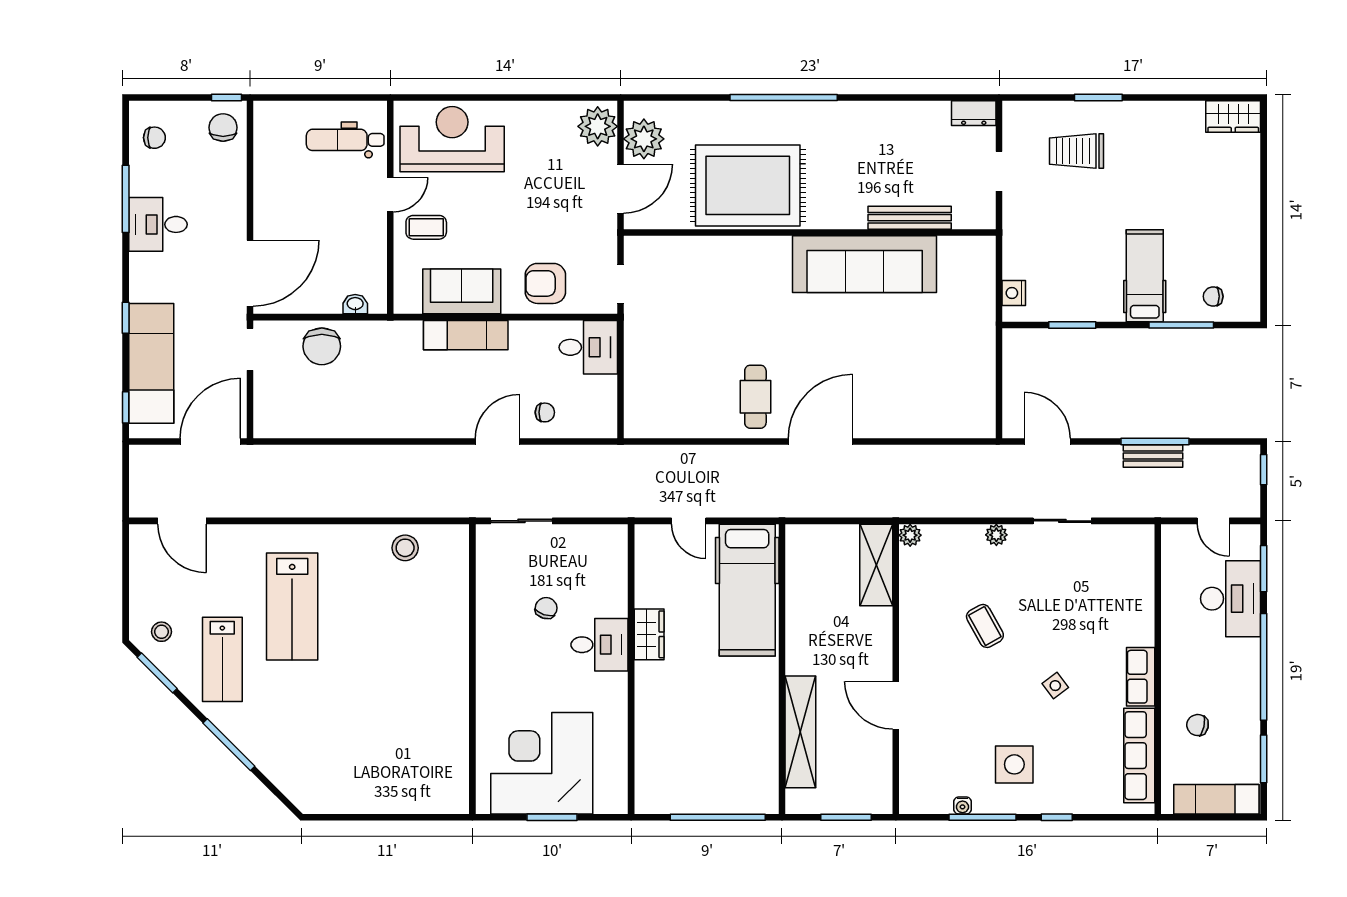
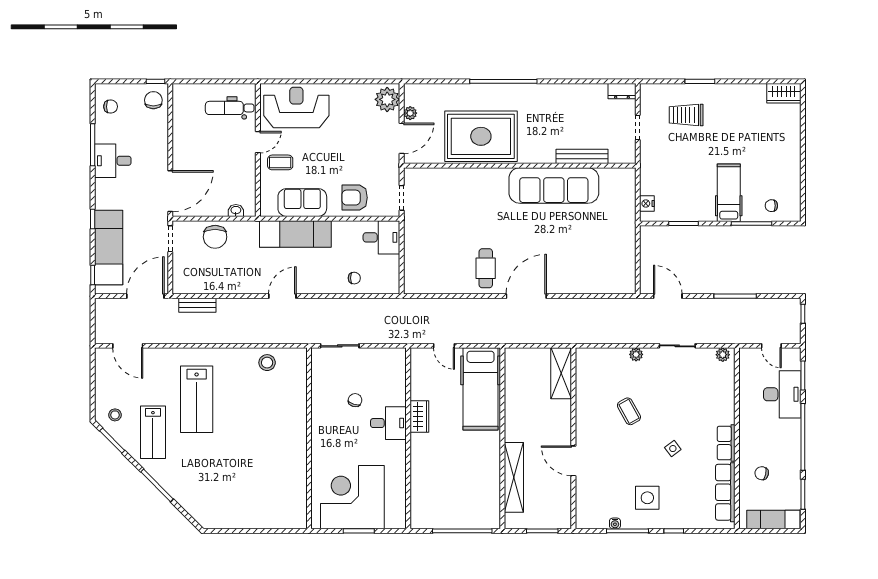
plant: (644, 139) -> (410, 113), width x0.53, depth x0.53
exam couch: (466, 335) -> (295, 234), width x1.36, depth x1.45
door: (497, 442) -> (282, 296), moved
bench: (1153, 456) -> (197, 305), moved
plant: (910, 535) -> (723, 355), moved

